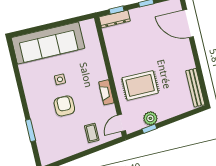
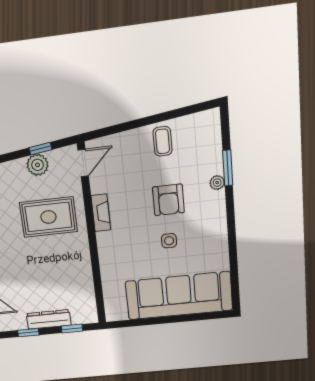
dresser: (115, 19) -> (49, 319), moved
plant: (36, 121) -> (217, 183), added
coffee table: (92, 133) -> (163, 141), moved

